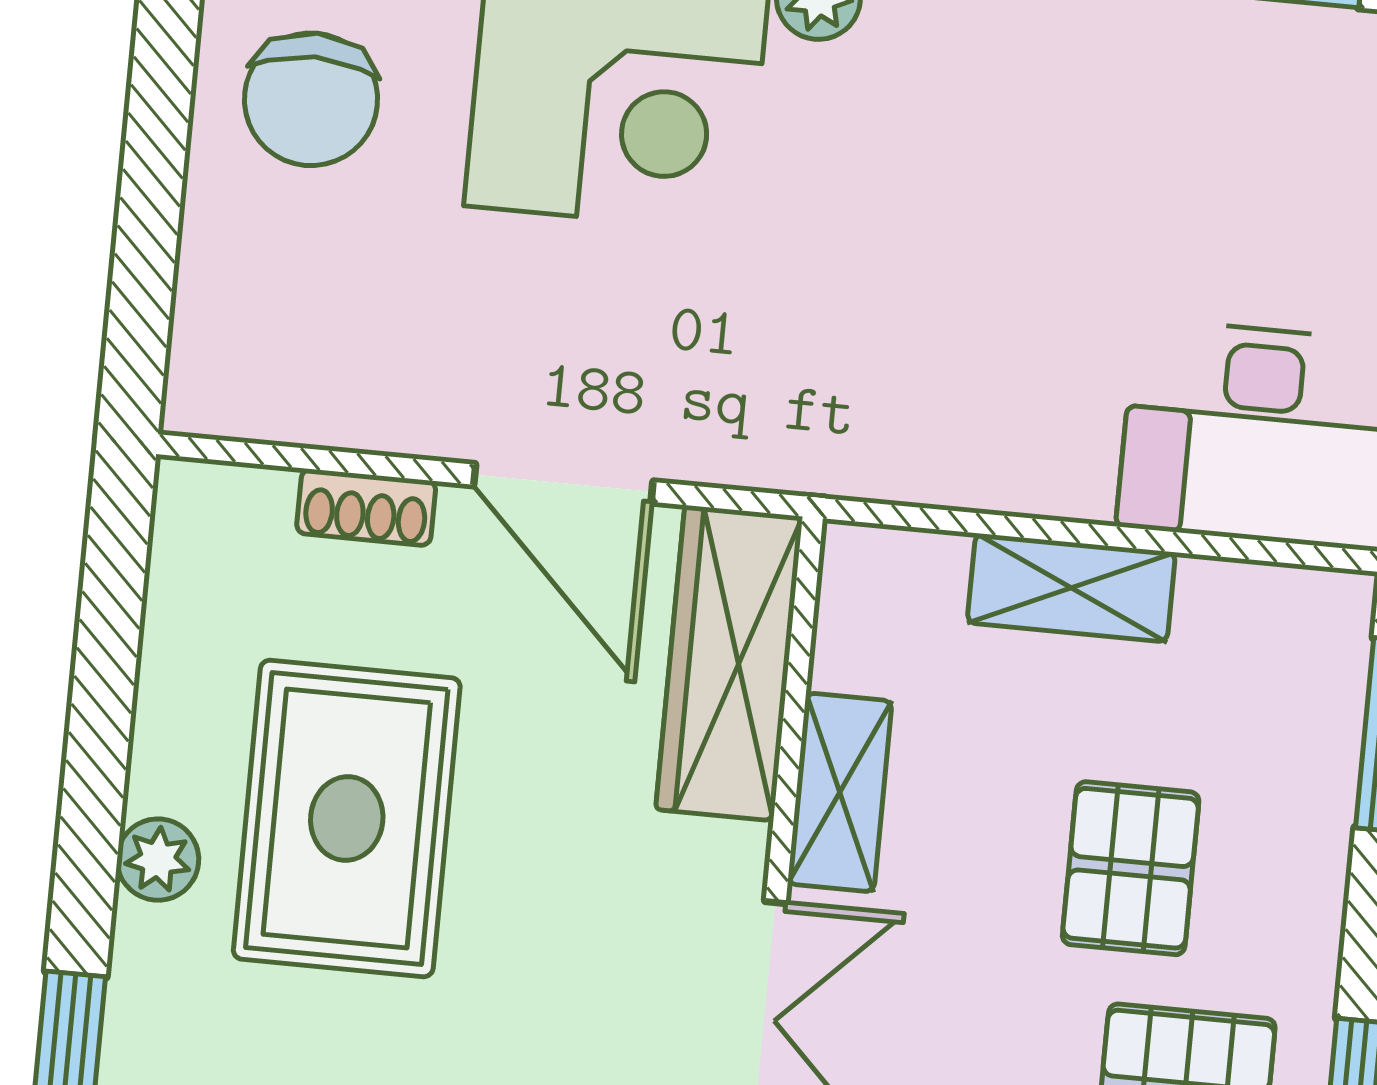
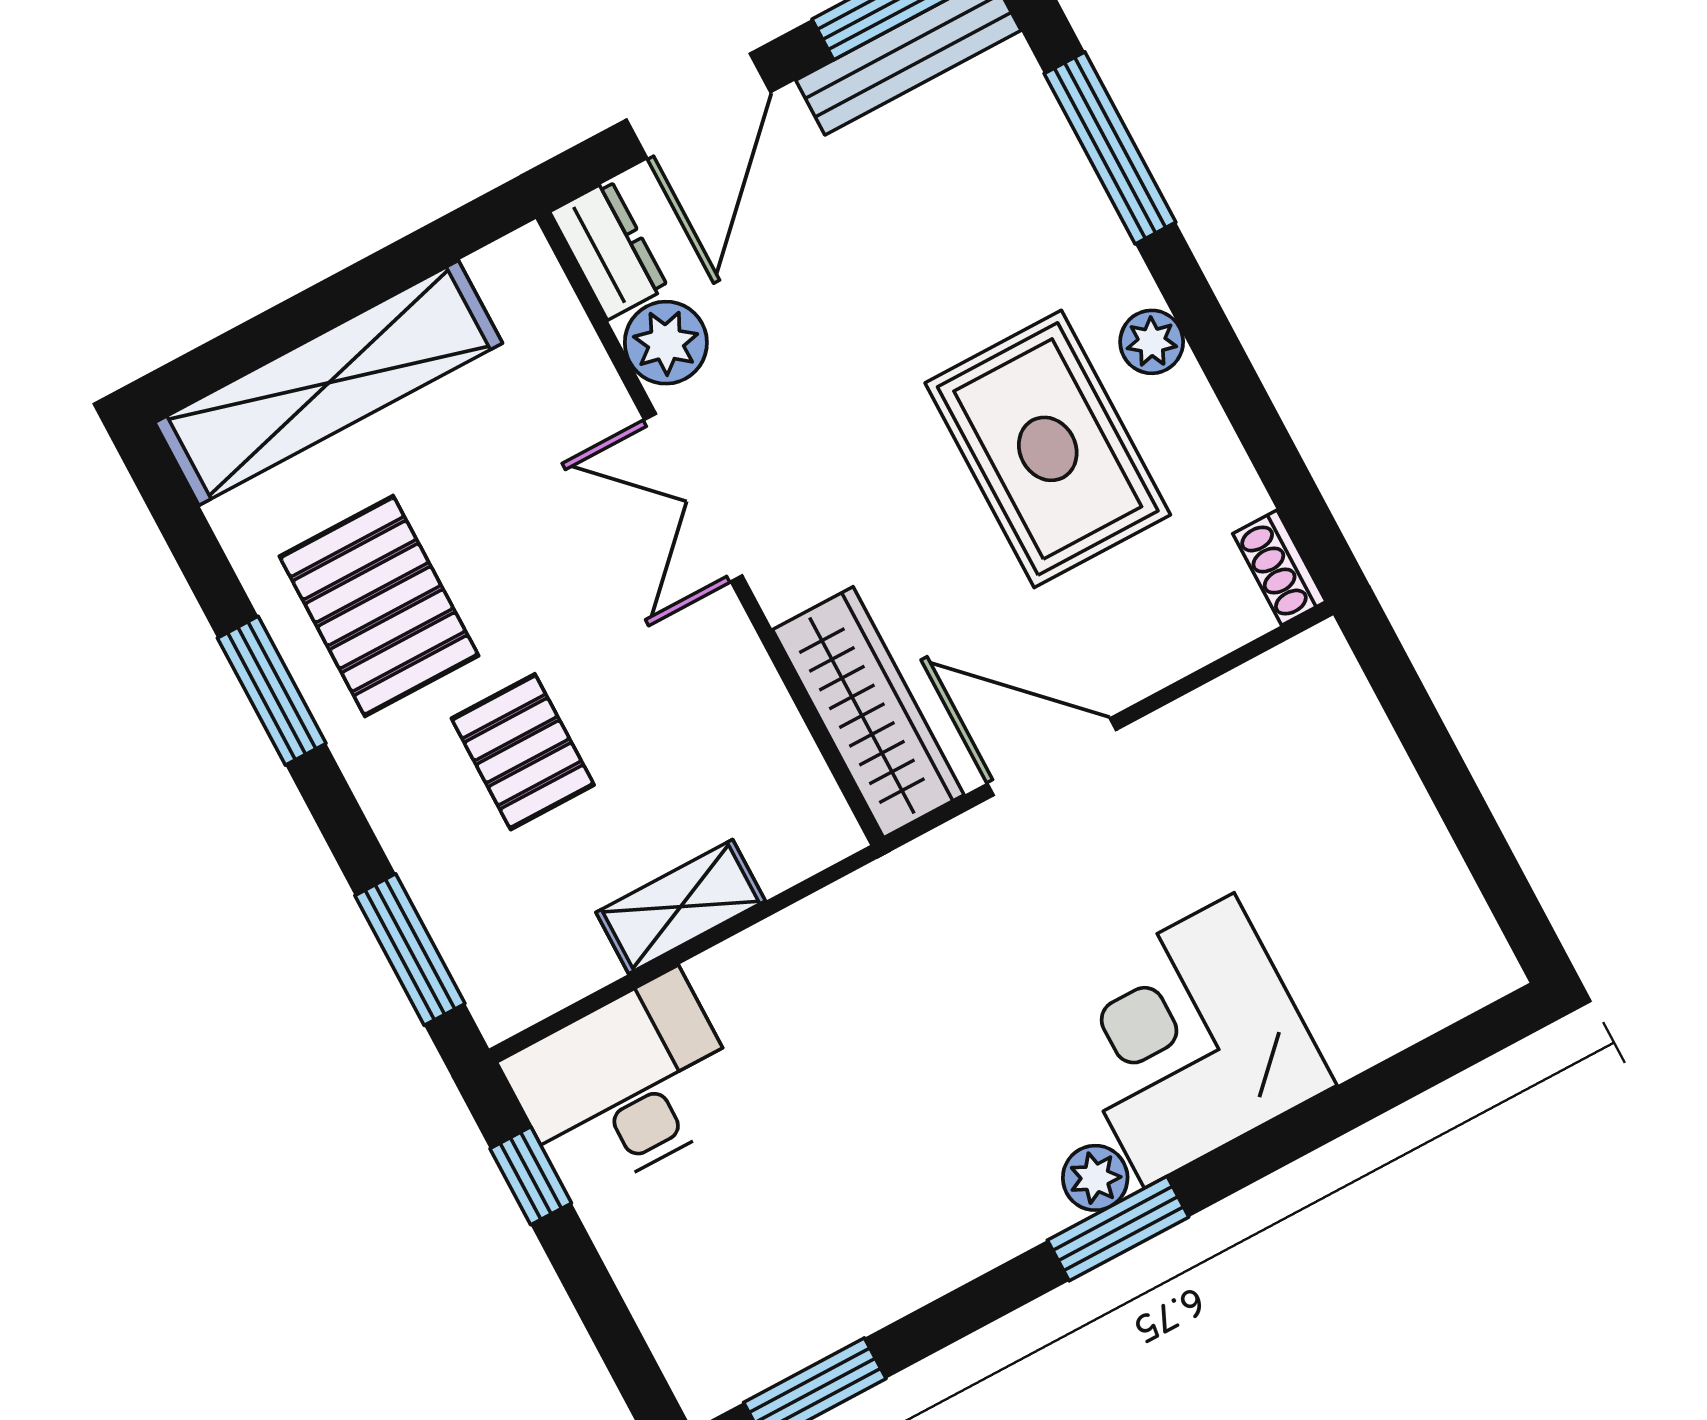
chair: (311, 99) -> (1378, 896), removed
shoe rack: (366, 507) -> (1279, 568), moved, turned -90
shelving: (840, 792) -> (742, 676), removed

